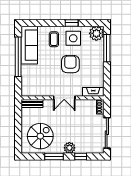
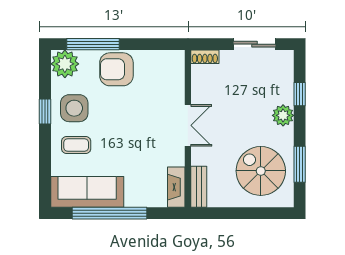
armchair: (70, 64) -> (116, 69), moved
fireplace: (93, 92) -> (176, 187), moved
sliding door: (107, 133) -> (254, 44), width x0.73
window: (54, 156) -> (300, 164), moved

